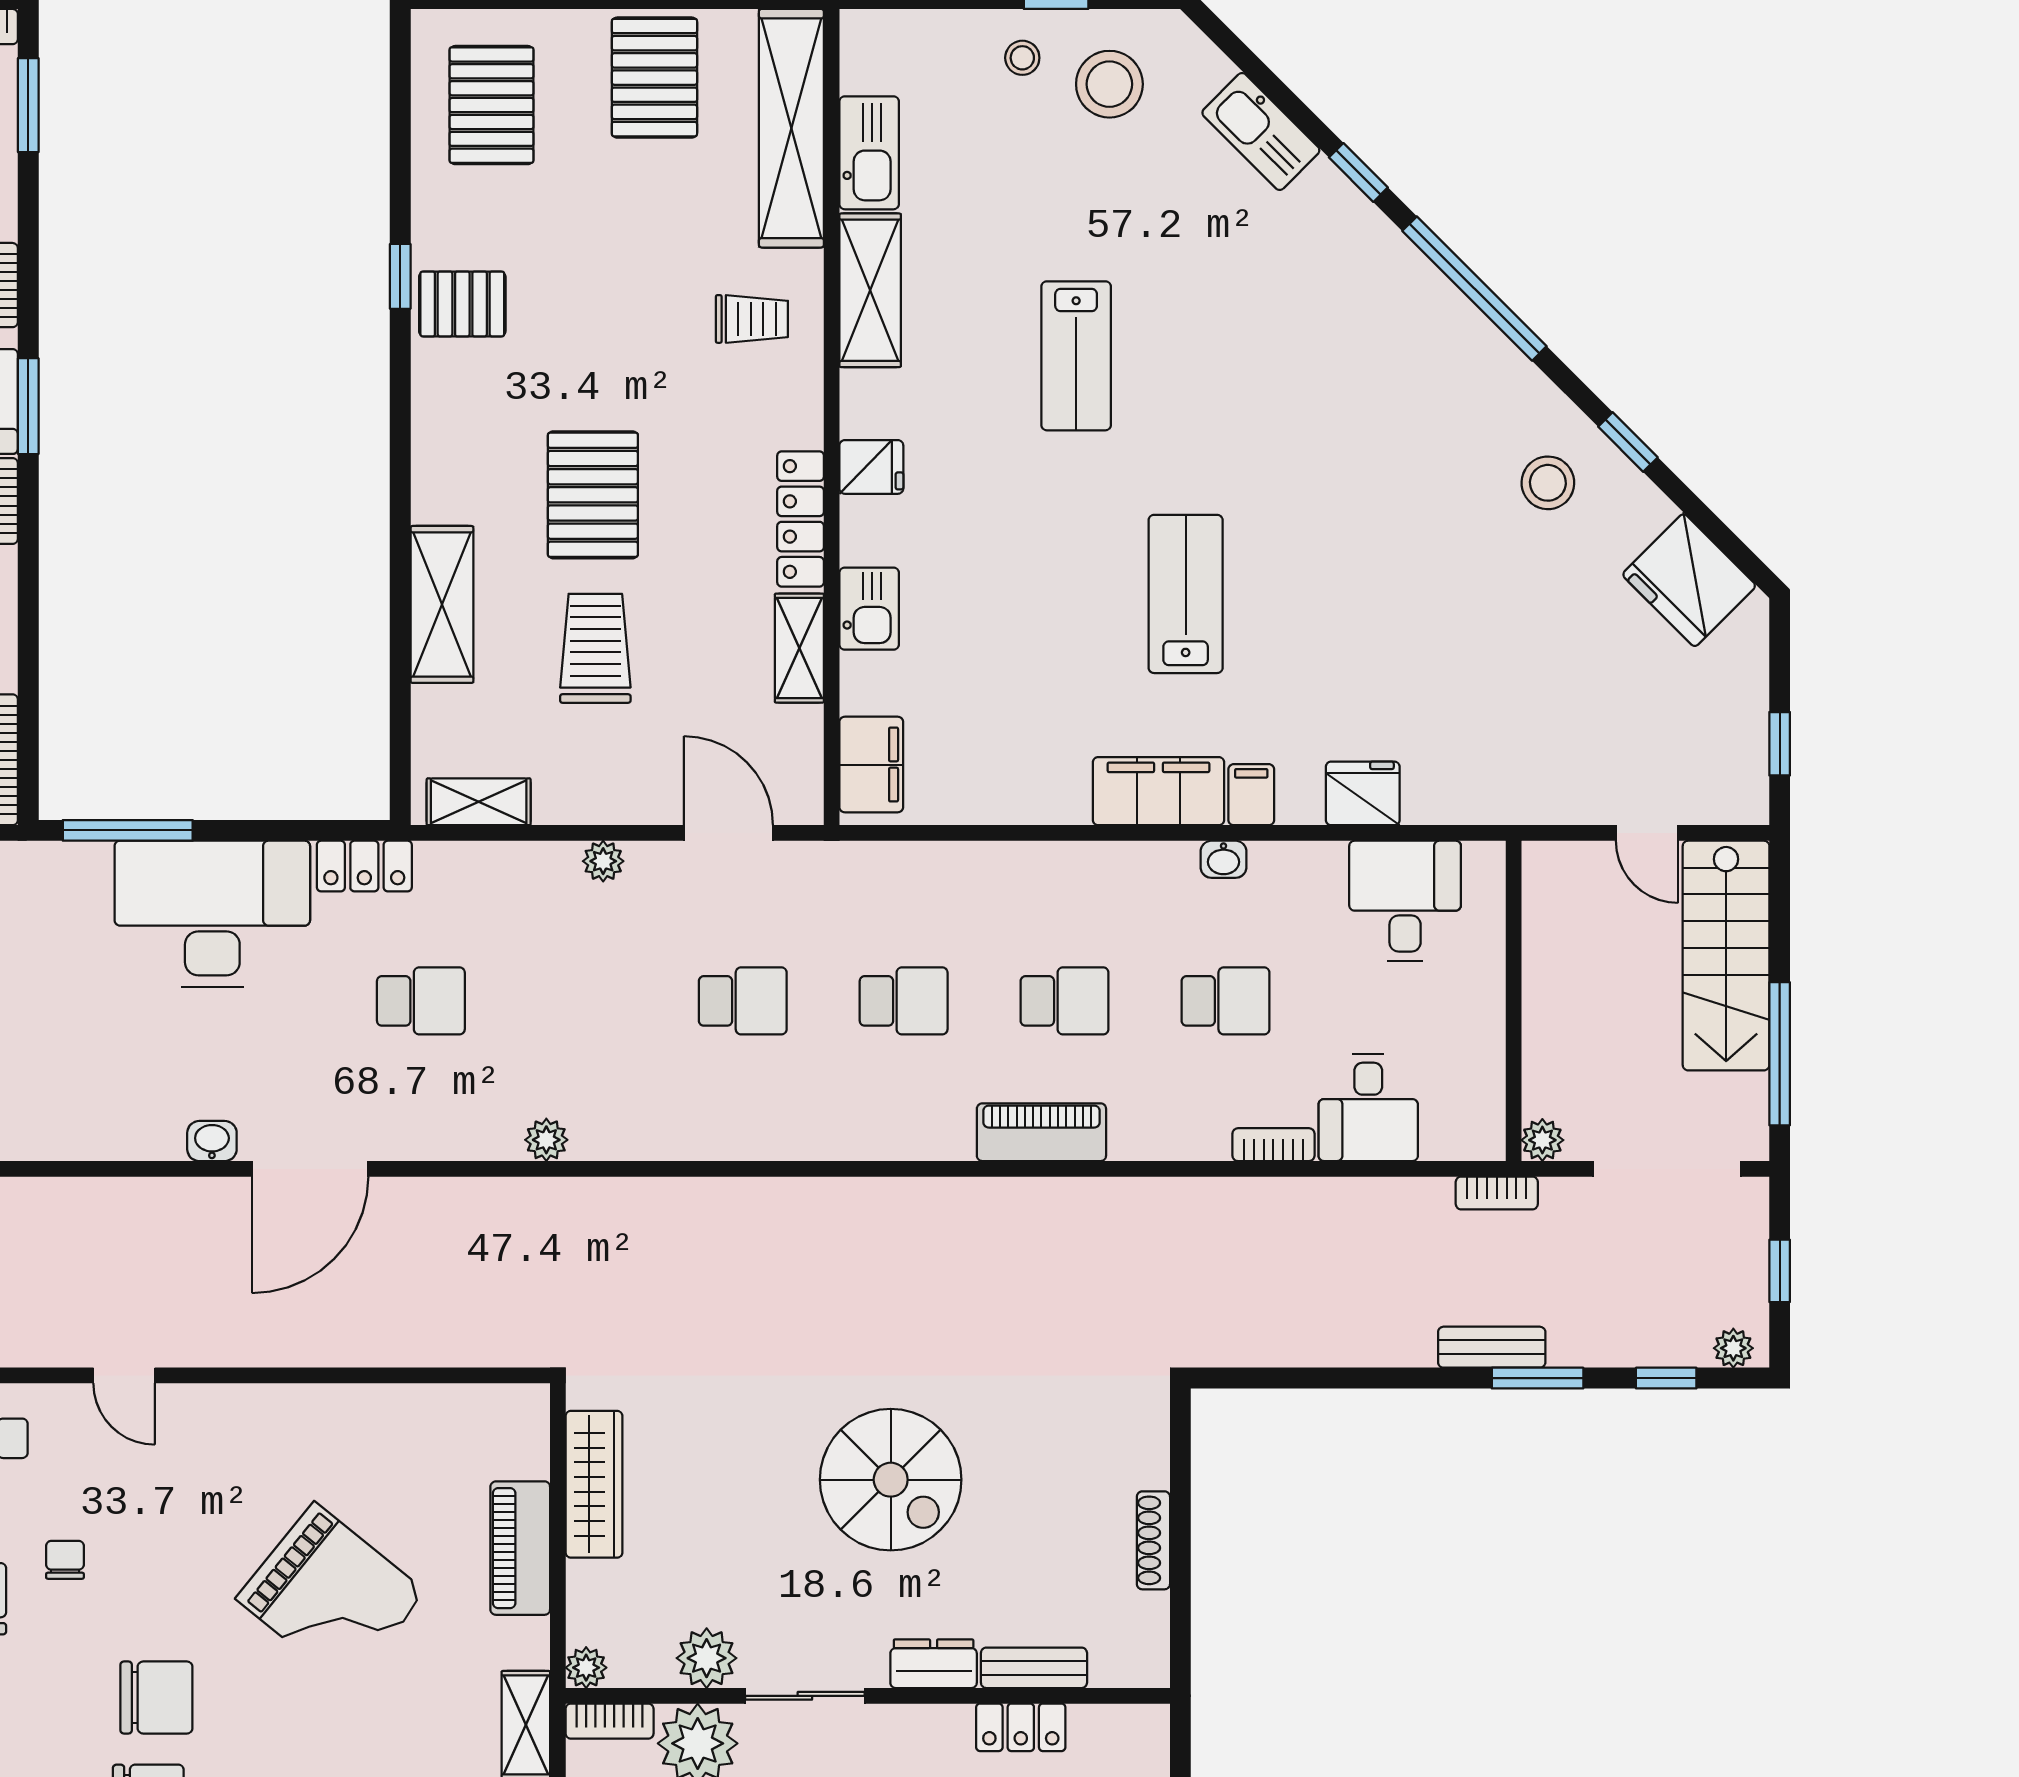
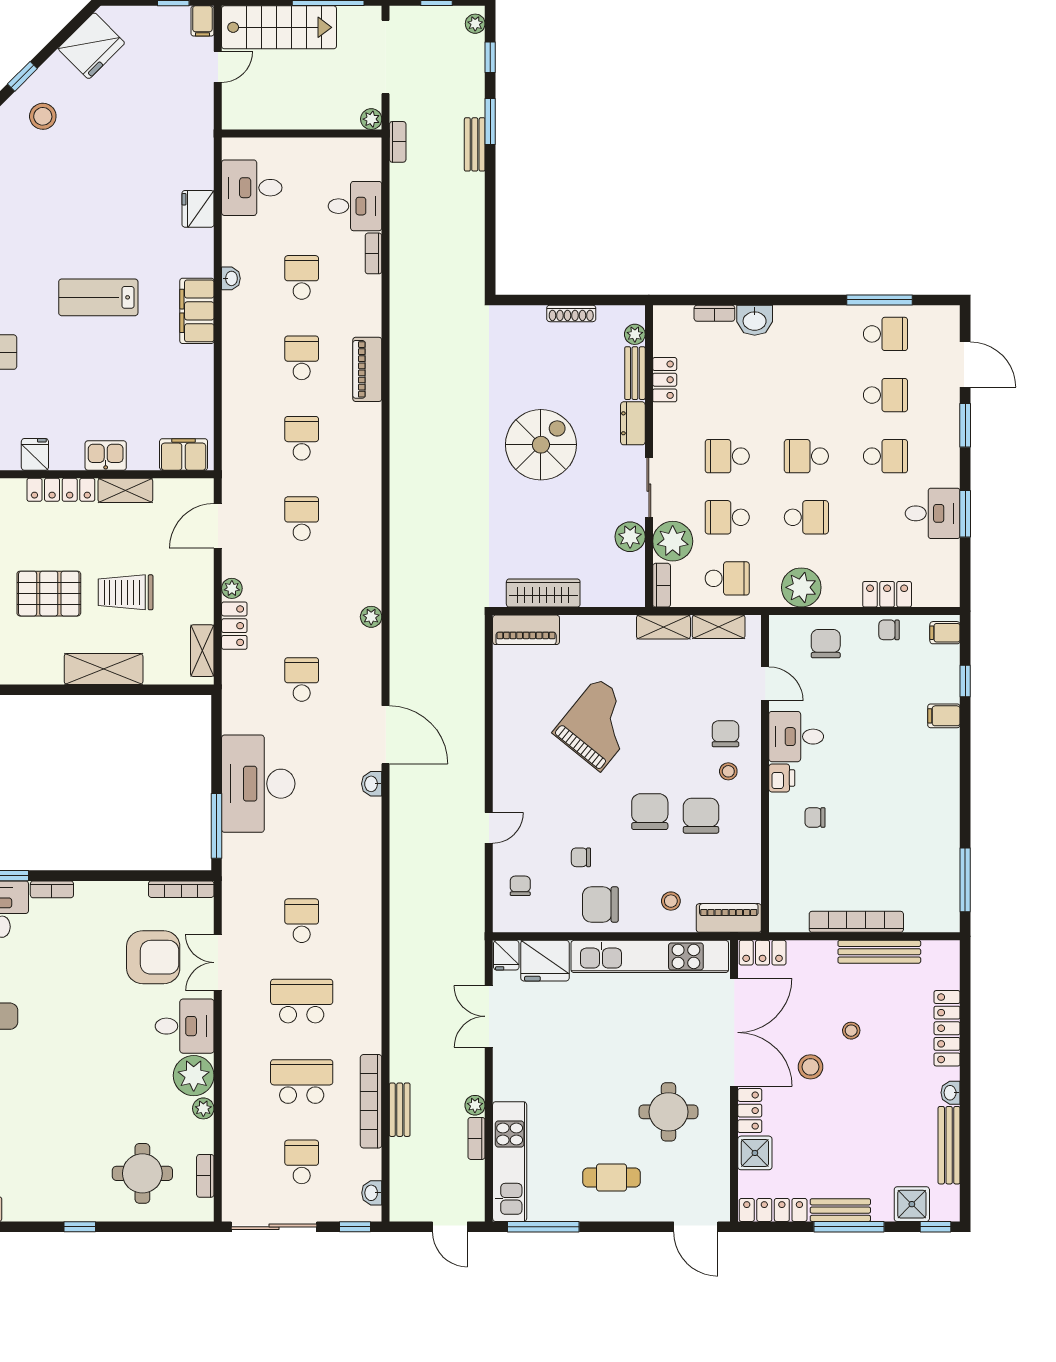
filing cabinet: (1251, 795) -> (202, 21), moved, turned -90
locker: (364, 866) -> (234, 626), moved
piano: (520, 1548) -> (526, 630), moved
plant: (586, 1668) -> (635, 334), moved

